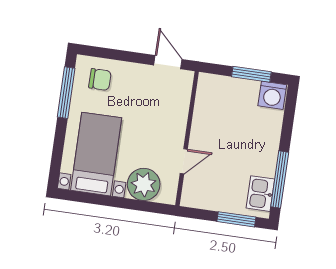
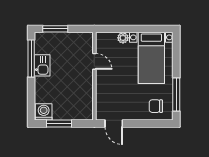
door: (184, 161) -> (94, 61), swing flipped
plant: (144, 184) -> (123, 38), width x0.53, depth x0.53
kitchen sink: (260, 194) -> (42, 65), moved

